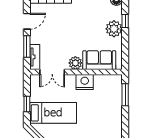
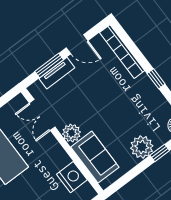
tv unit: (35, 57) -> (57, 73), moved
nightstand: (85, 82) -> (72, 177), moved

